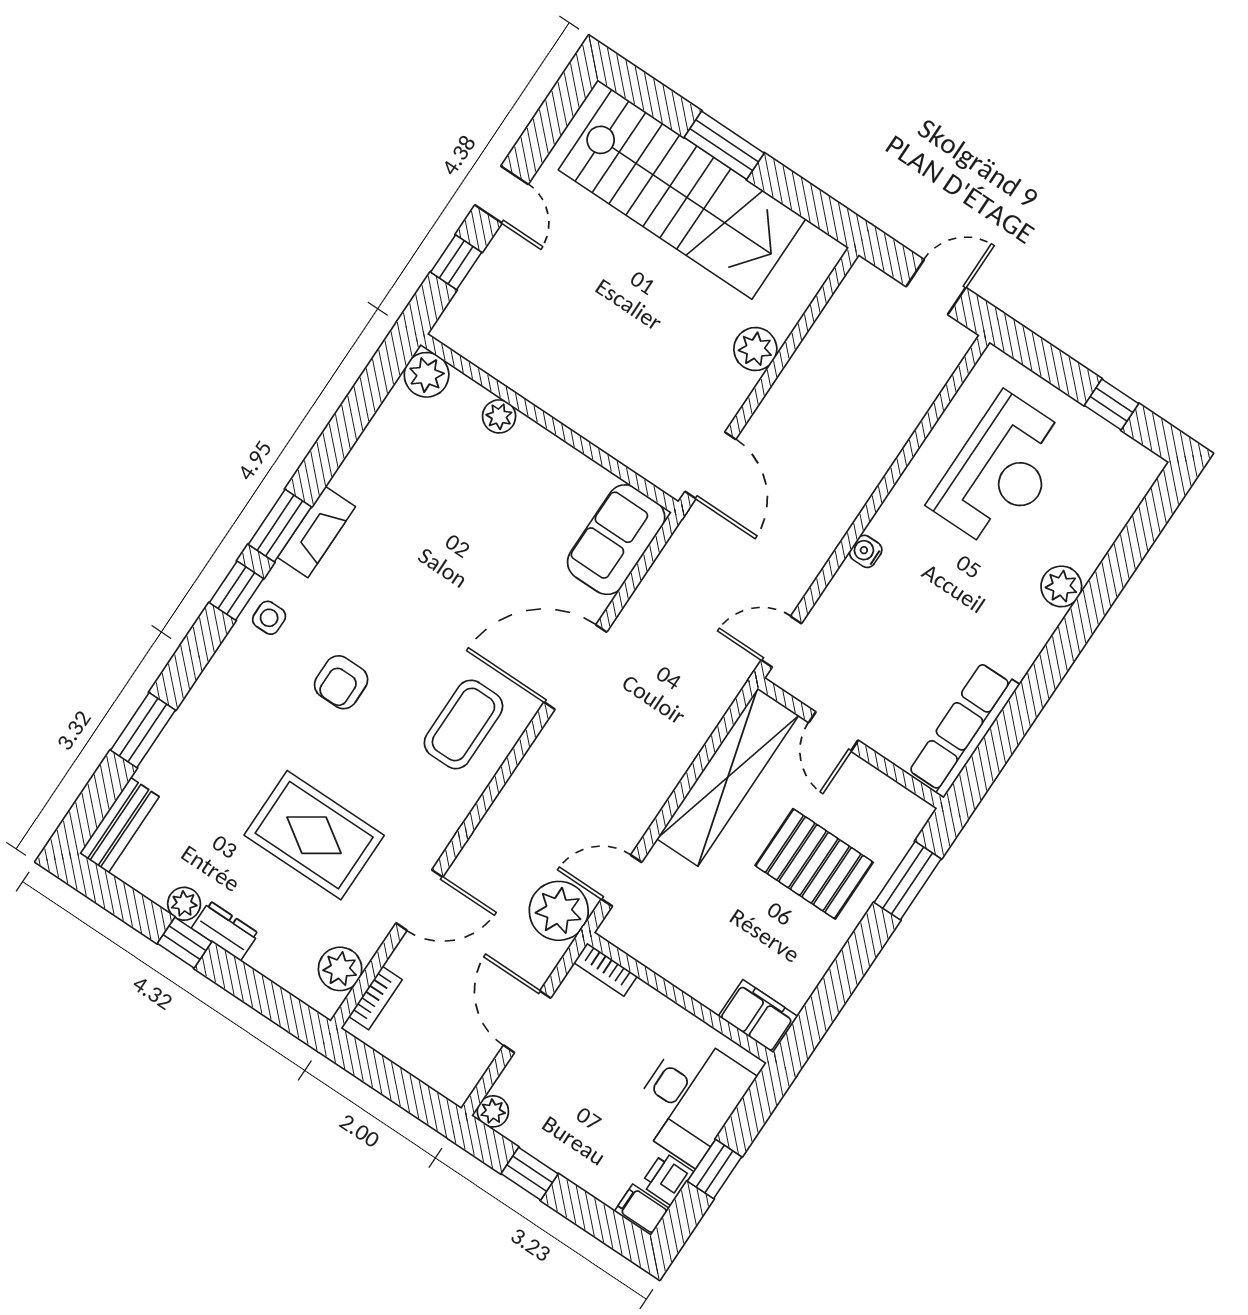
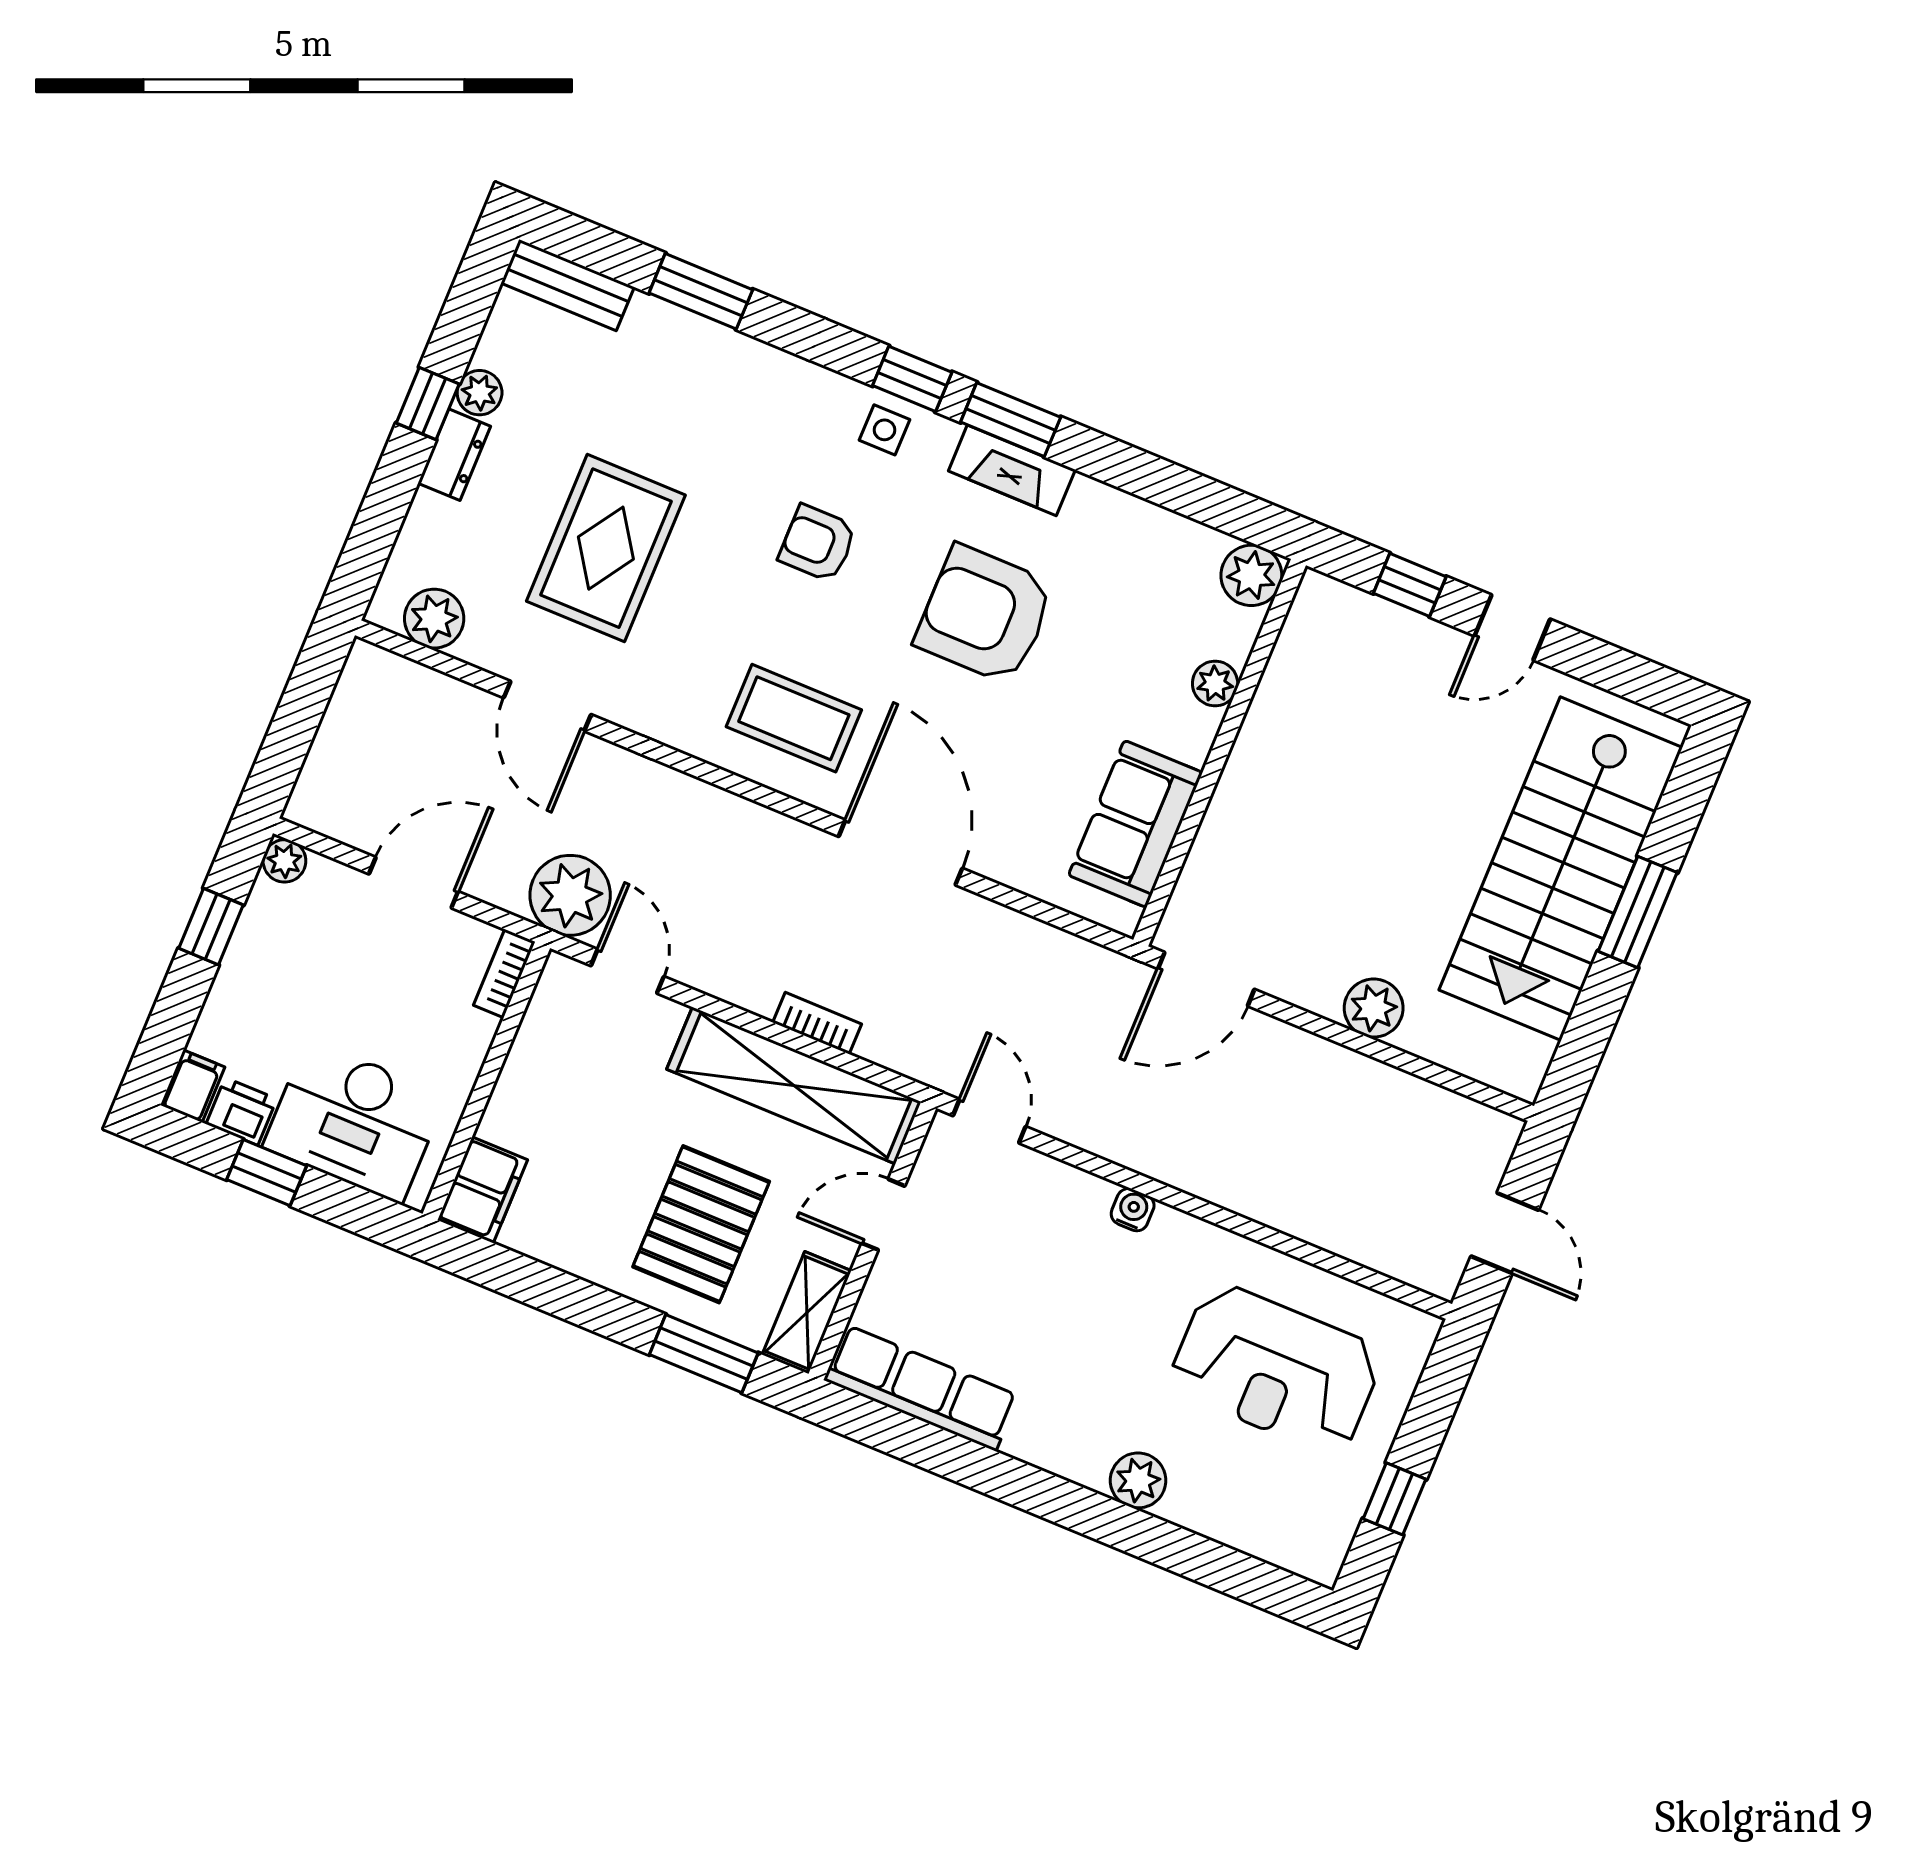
sofa: (616, 540) -> (1135, 824), moved, turned -90
armchair: (416, 572) -> (985, 614), added
shelving: (893, 801) -> (807, 1313), added
bookcase: (375, 998) -> (817, 1023), moved, turned 180

